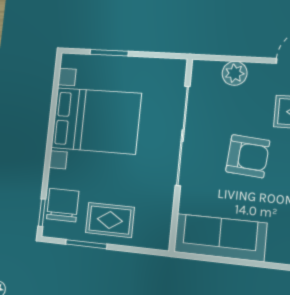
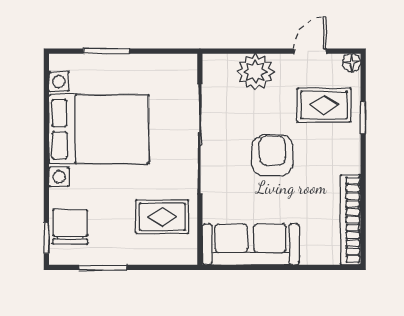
plant: (235, 73) -> (255, 72), width x1.36, depth x1.36
armchair: (248, 156) -> (272, 155), turned -95
rug: (110, 220) -> (162, 217), moved

